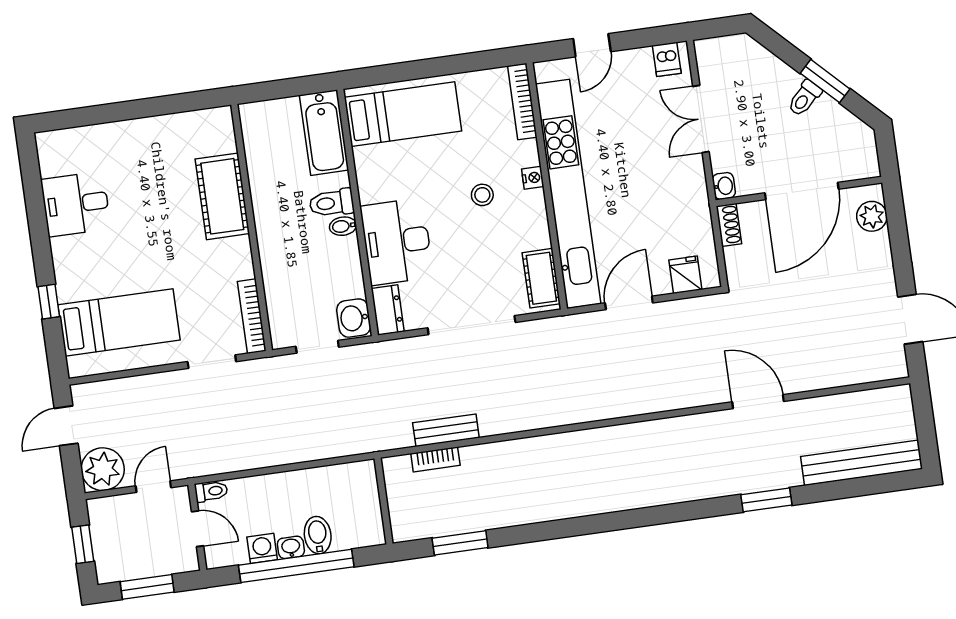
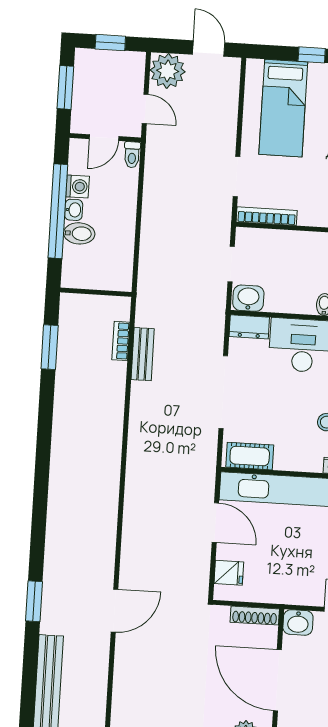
washbasin: (724, 186) -> (298, 622), width x1.38, depth x1.45
shoe rack: (729, 225) -> (255, 616), width x1.43

